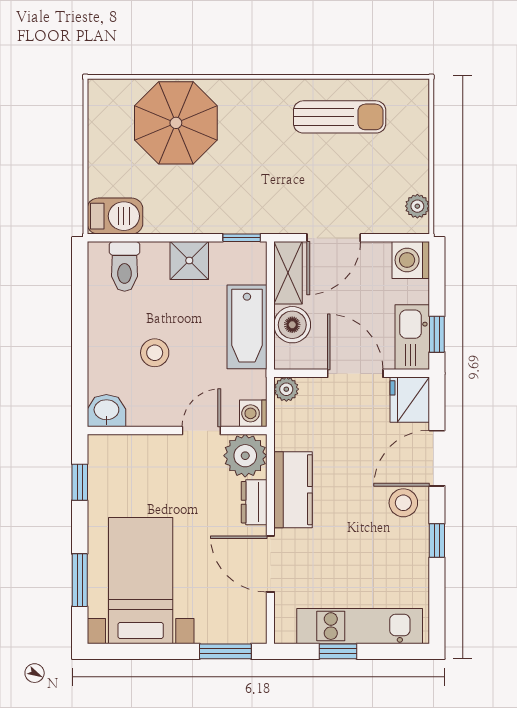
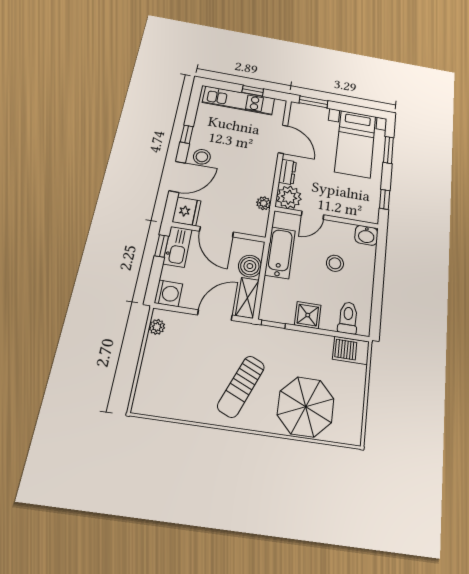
sun lounger: (340, 117) -> (241, 386), moved, turned -67
bathtub: (247, 327) -> (280, 253), moved
plant: (286, 389) -> (264, 203), moved
washing machine: (253, 413) -> (281, 219), removed
kitchen counter: (293, 490) -> (264, 175), removed

